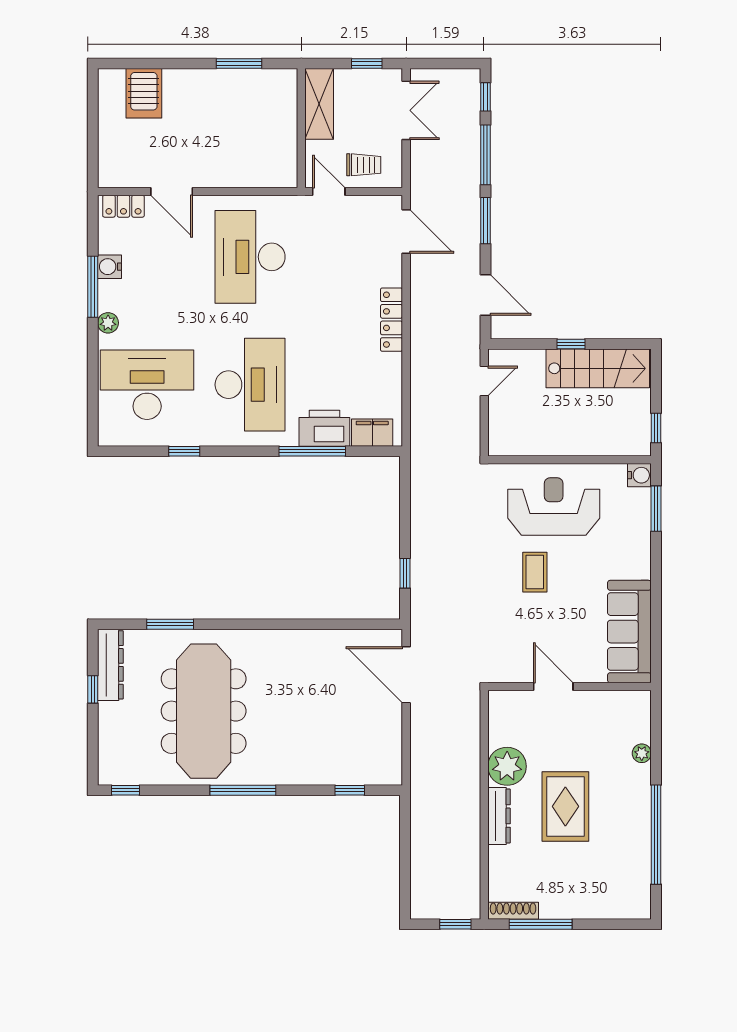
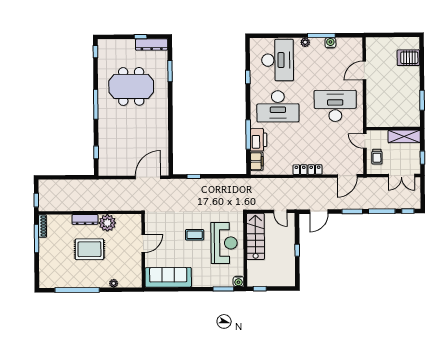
door: (329, 192) -> (365, 141), swing flipped
locker: (123, 206) -> (358, 49), removed
stairs: (598, 368) -> (255, 236), moved, turned 180
meeting table: (204, 711) -> (131, 86), width x0.73

